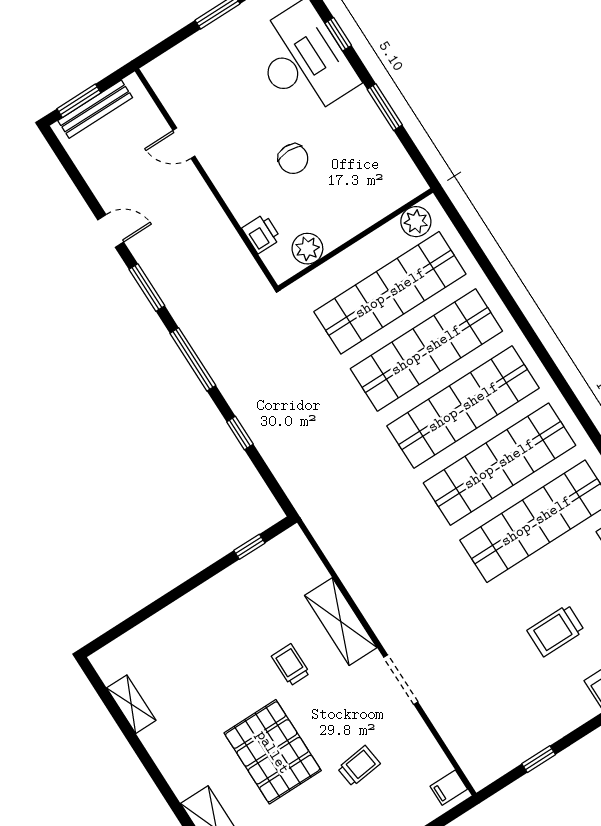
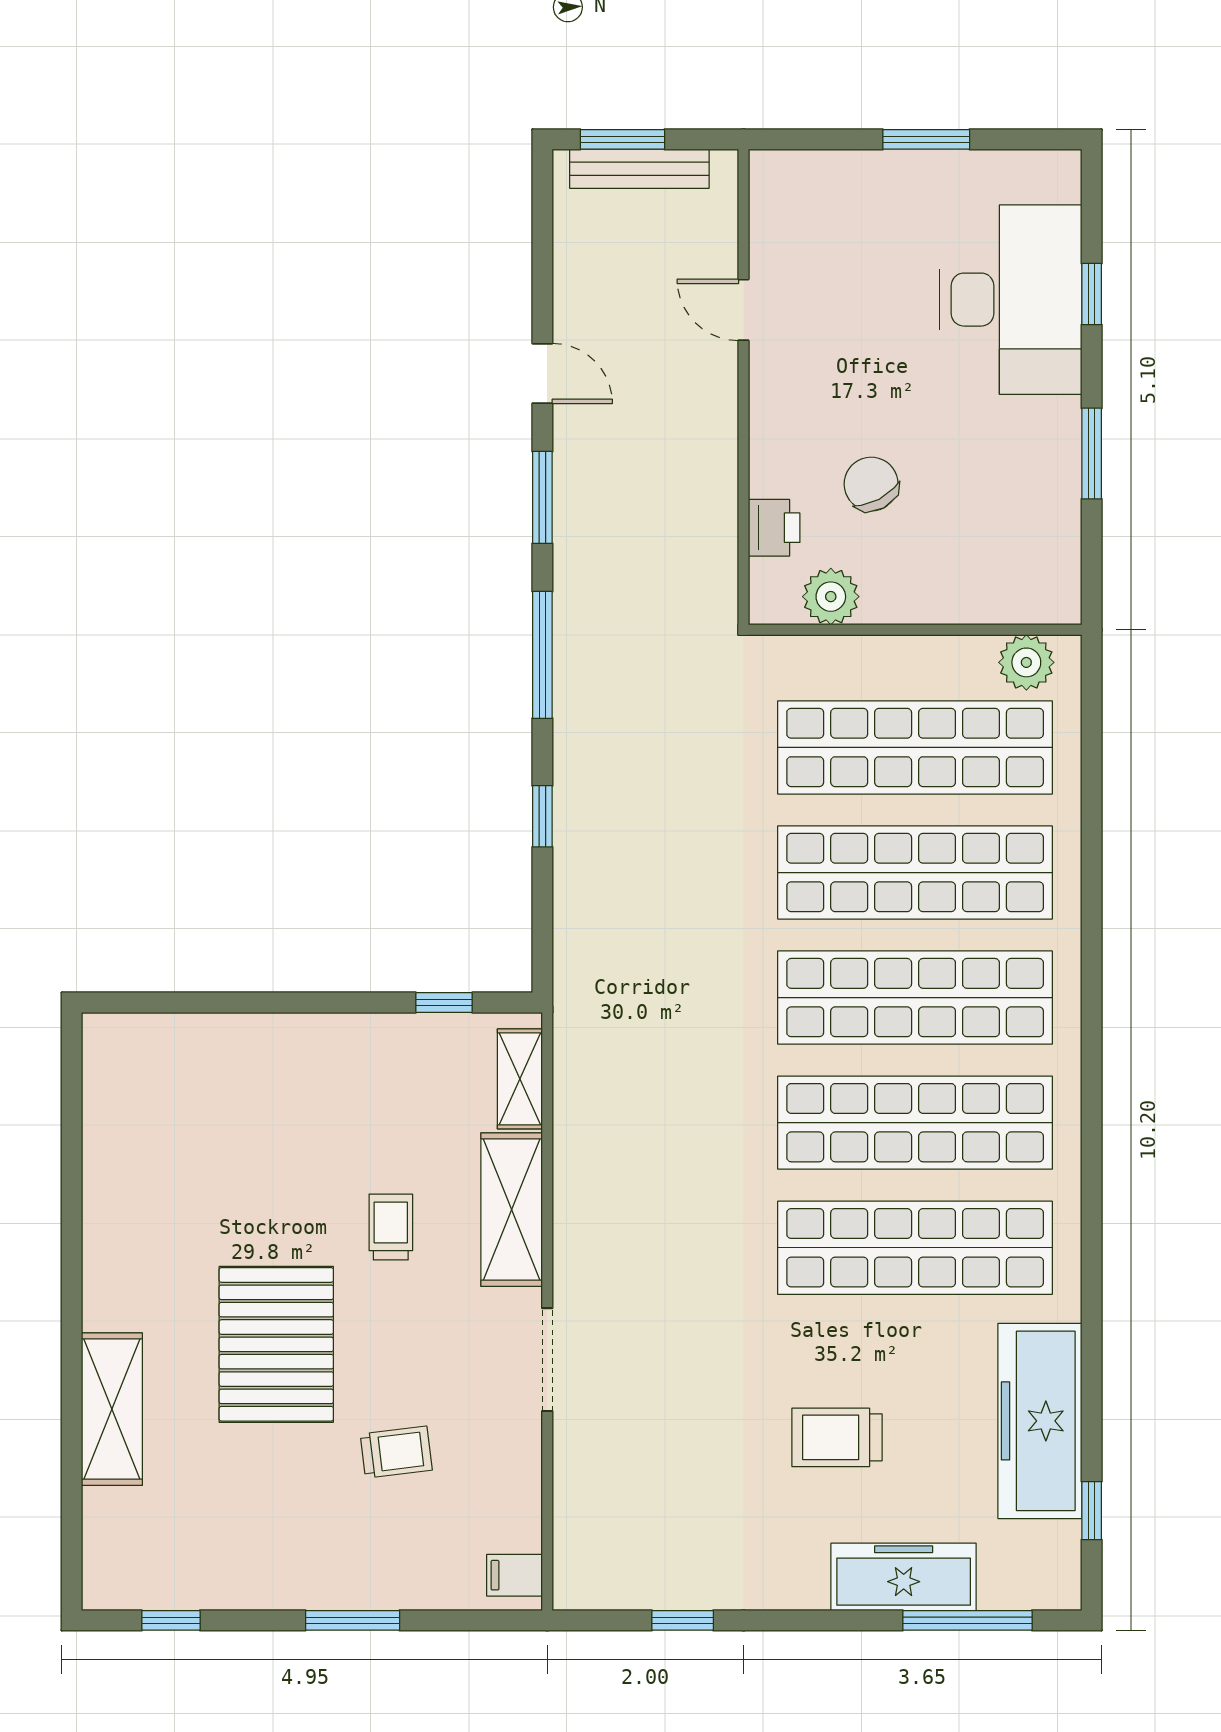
chair: (293, 159) -> (871, 484), moved, turned 152
shelving: (131, 704) -> (520, 1079), moved

